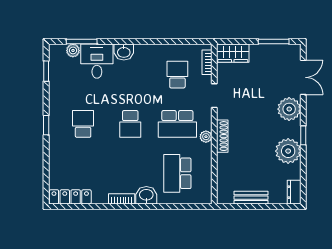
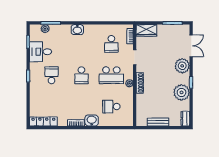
desk: (97, 61) -> (41, 52), moved, turned -90
school desk: (177, 75) -> (111, 44), turned 180
school desk: (177, 173) -> (111, 107), width x0.54

